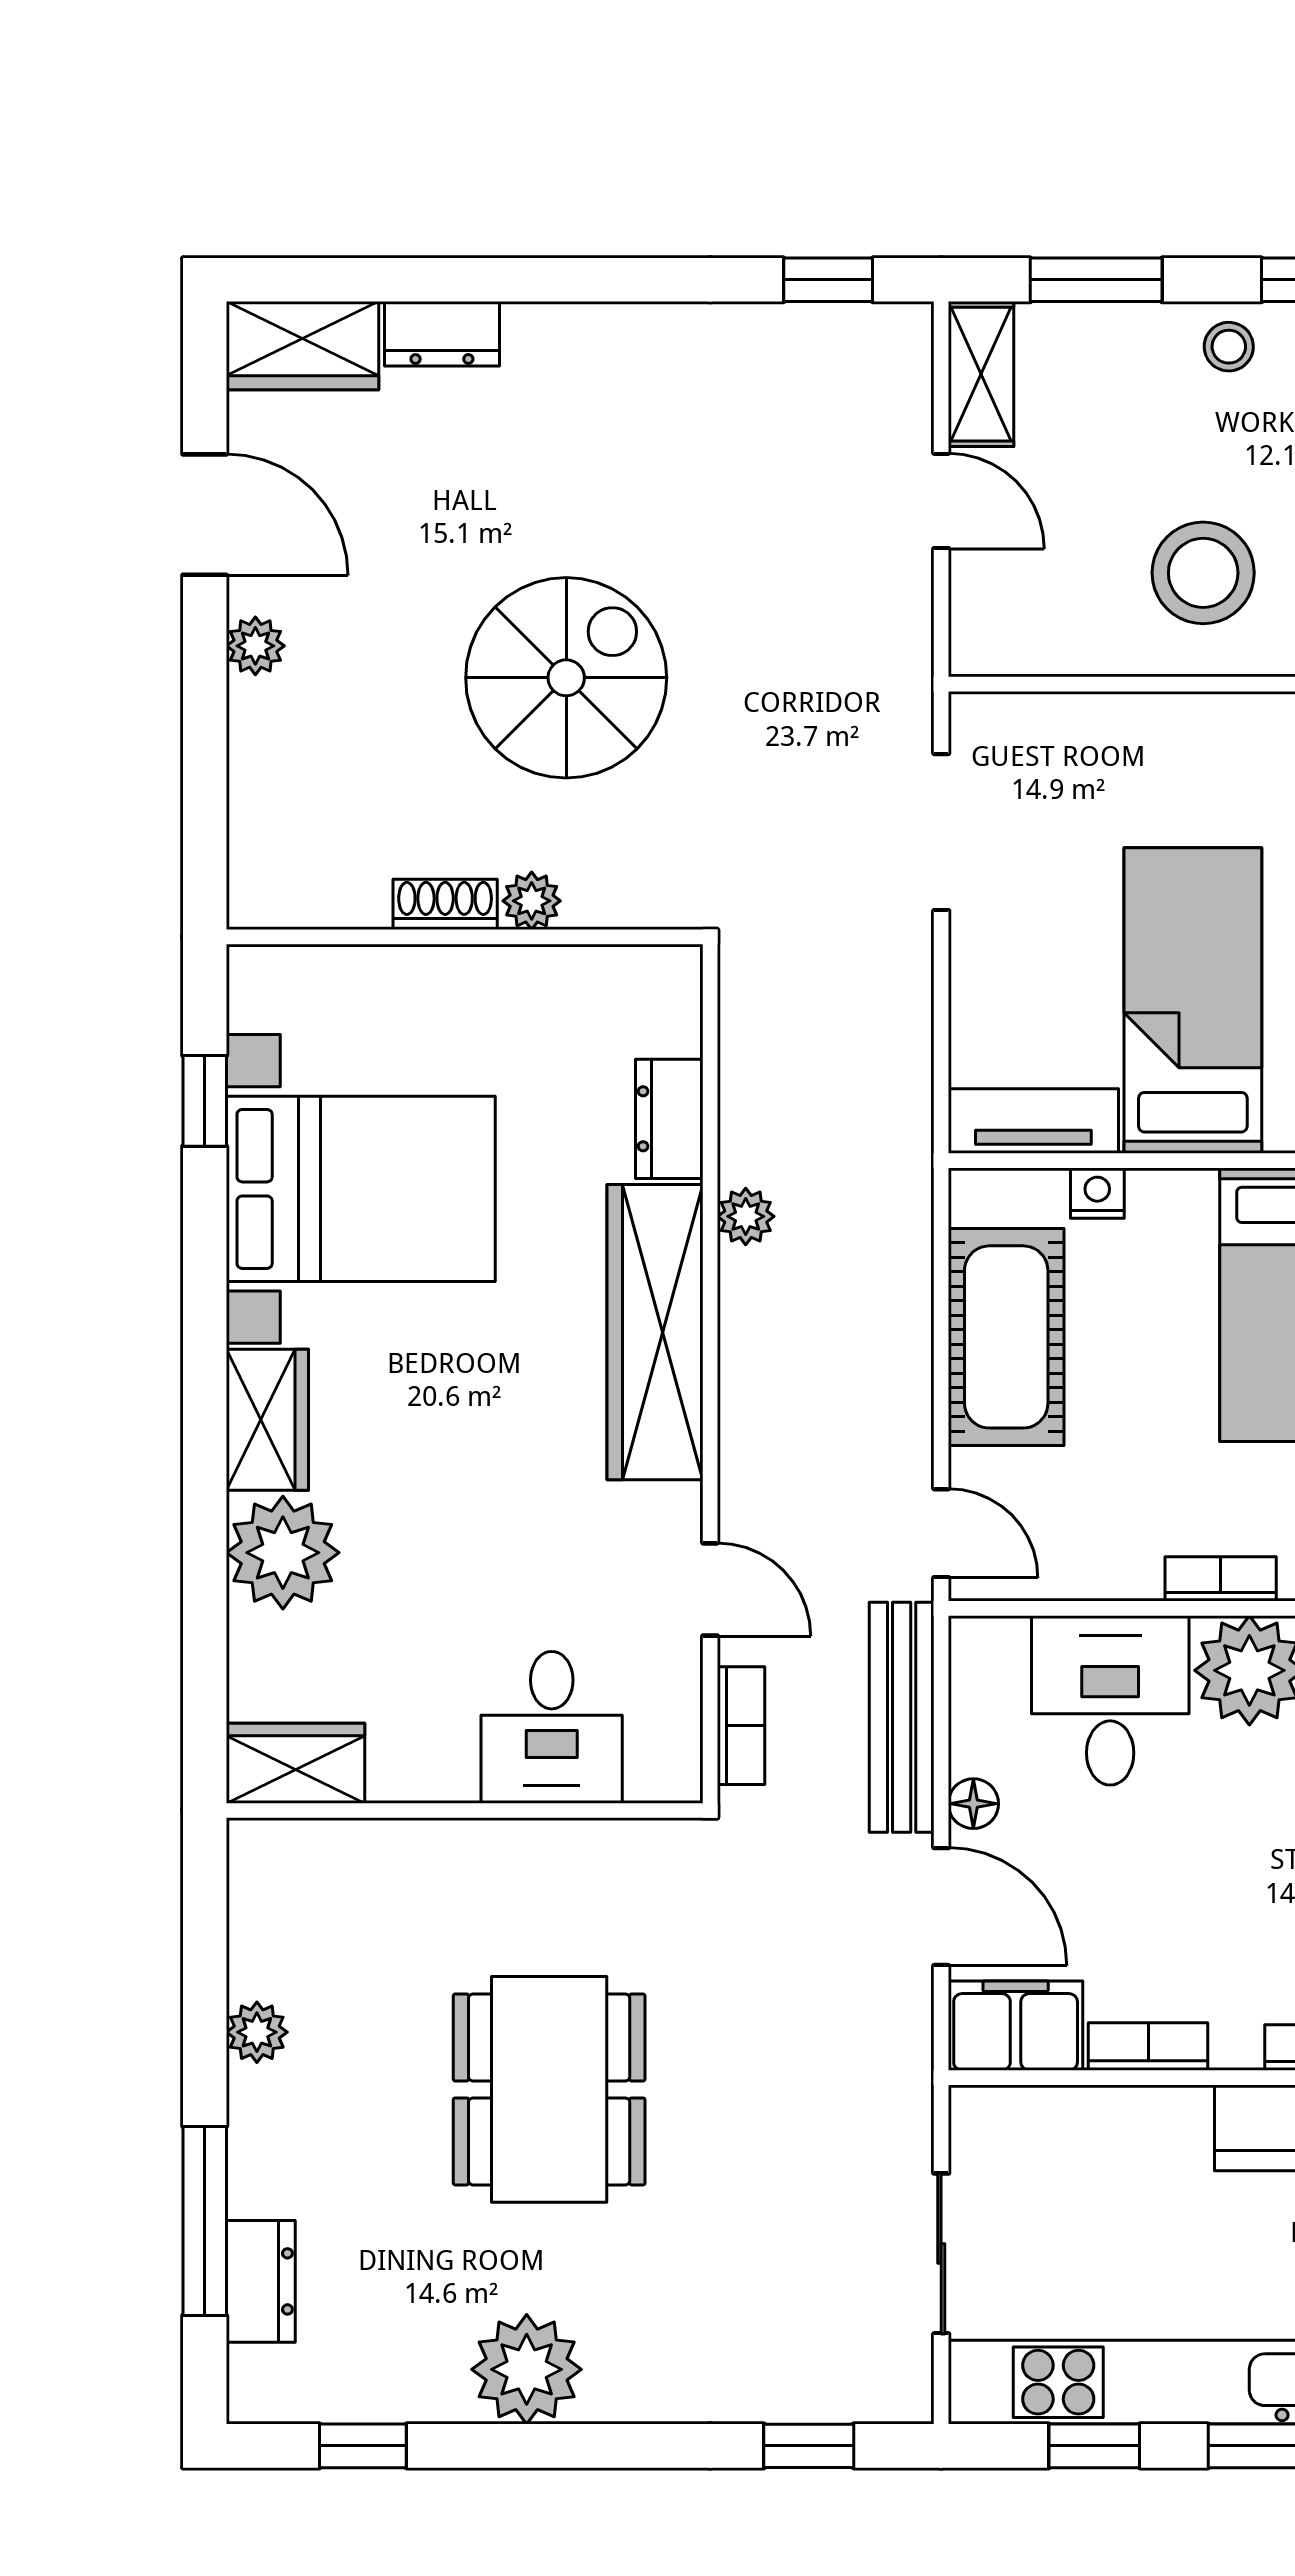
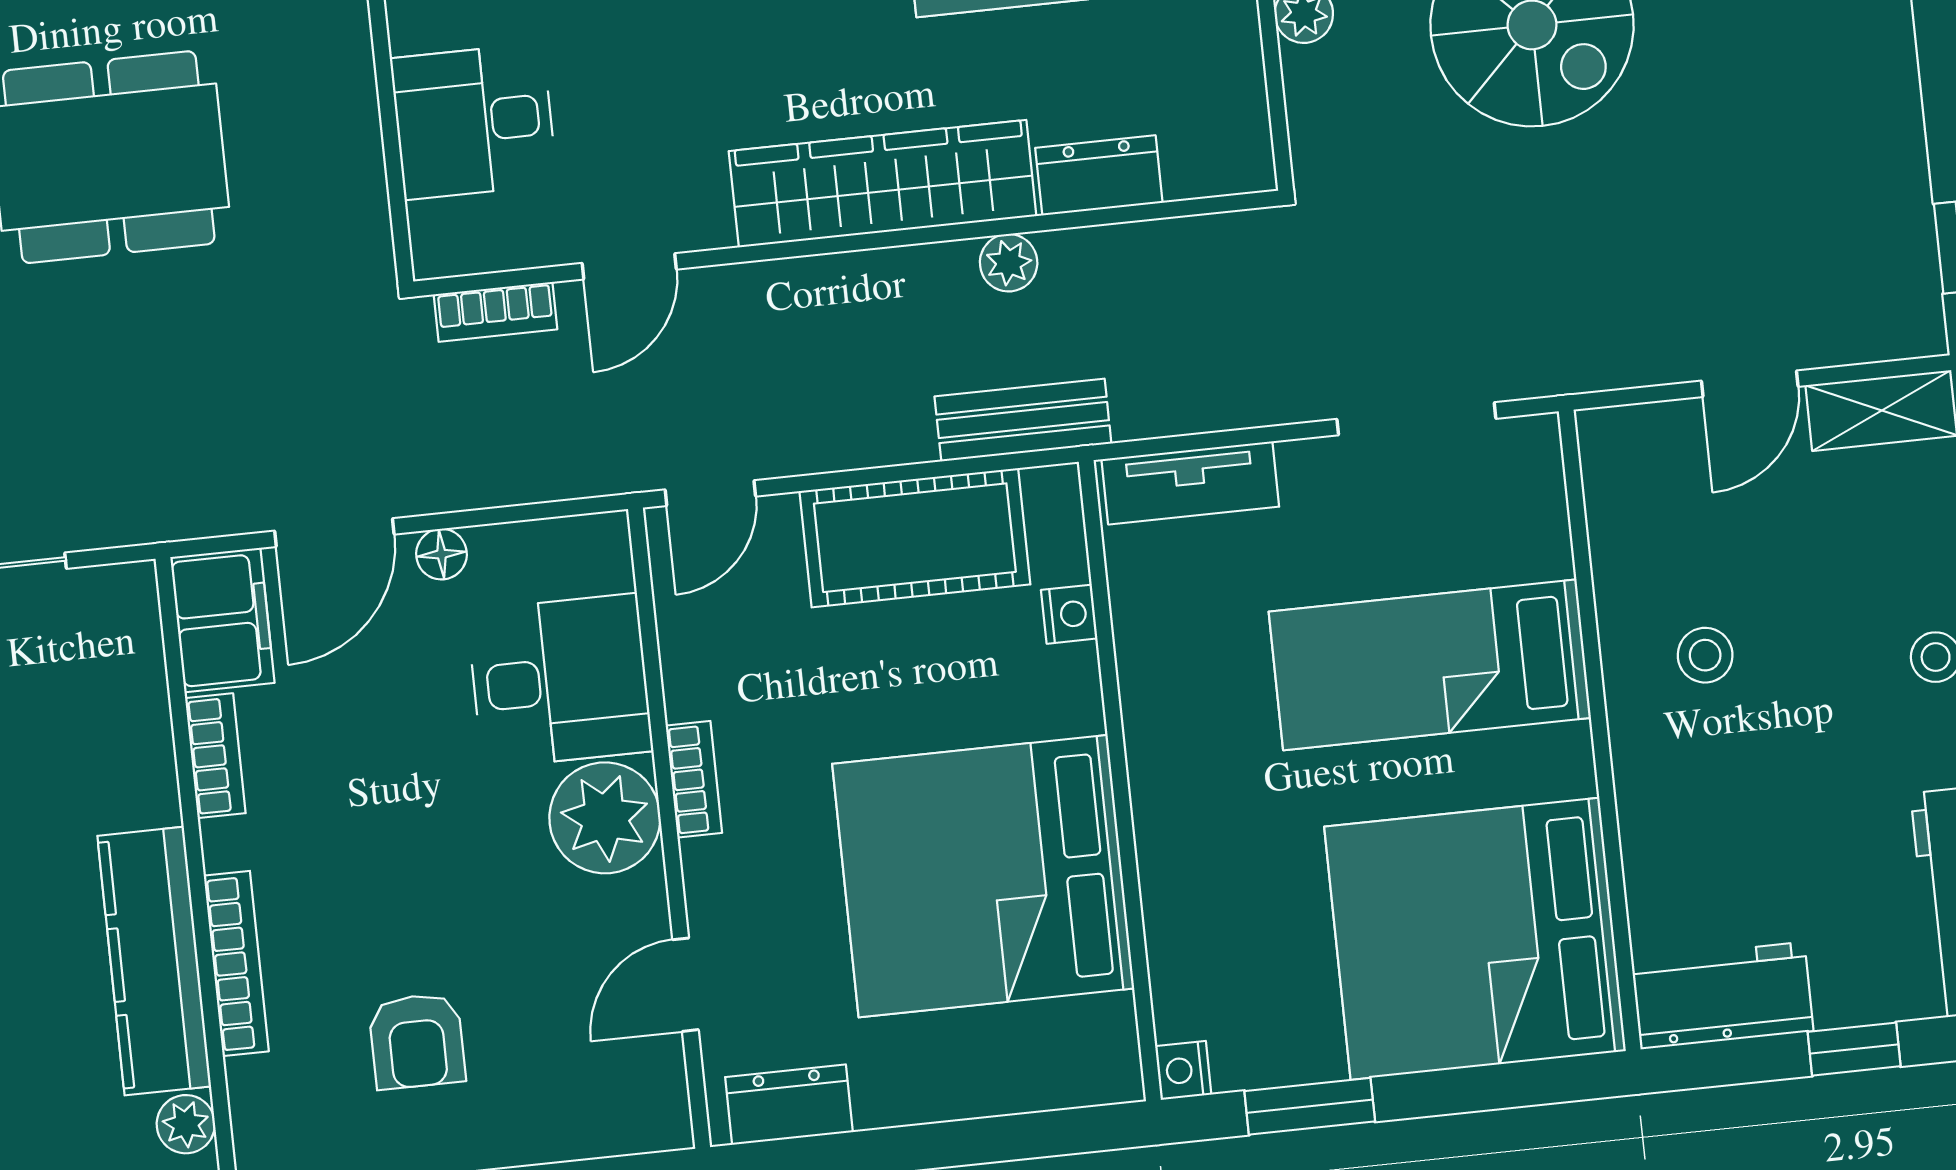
stool: (1203, 573) -> (1705, 655), width x0.53, depth x0.53
bed: (1193, 1001) -> (1430, 665), moved, turned 180
tv unit: (1033, 1121) -> (1190, 483), moved, turned 90
bench: (902, 1717) -> (1023, 420), moved, width x0.73

